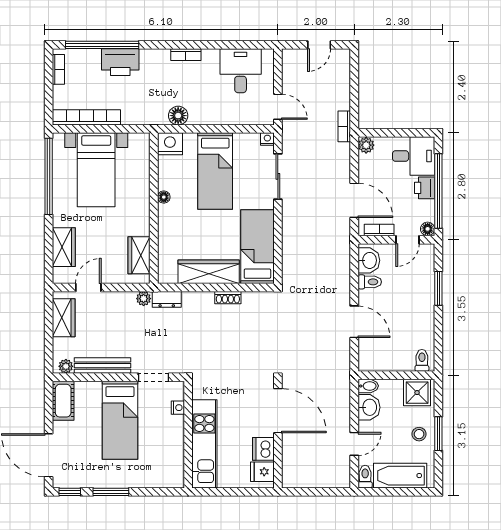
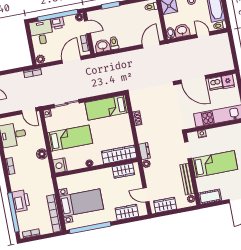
door: (278, 107) -> (29, 111), swing flipped
floor lamp: (178, 116) -> (42, 154), moved
wardrobe: (209, 272) -> (119, 154), moved, turned 90
door: (354, 322) -> (151, 45), moved
door: (278, 411) -> (193, 79), swing flipped

